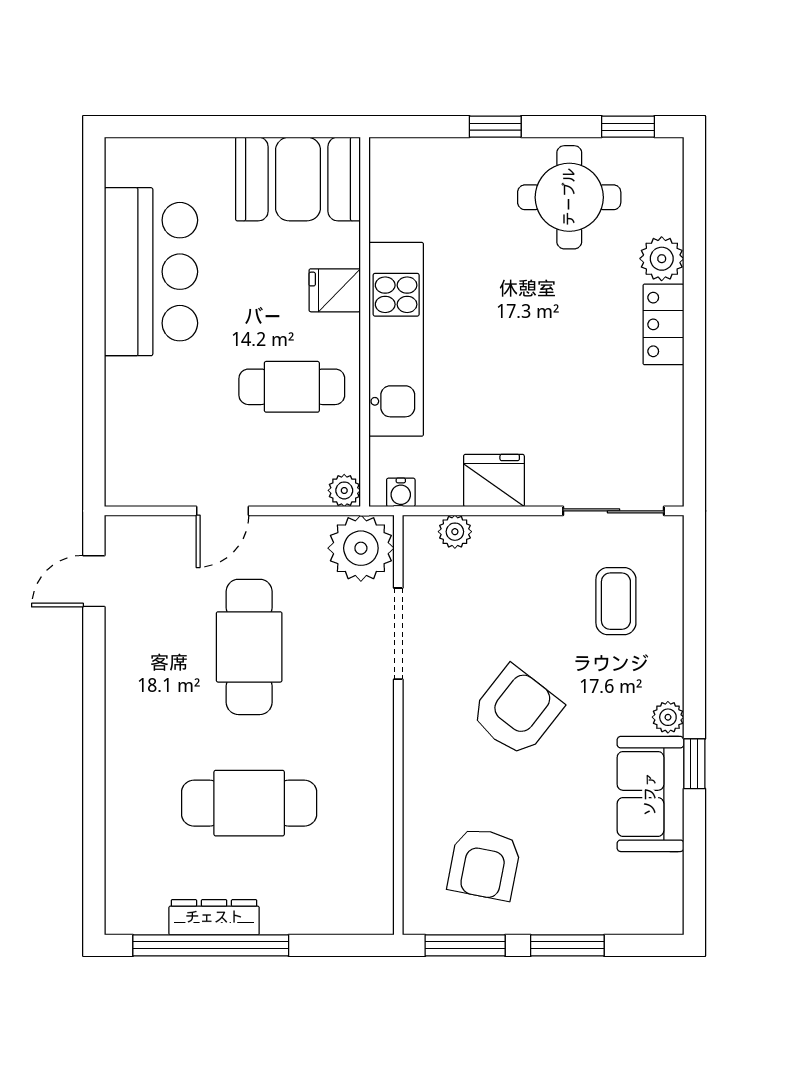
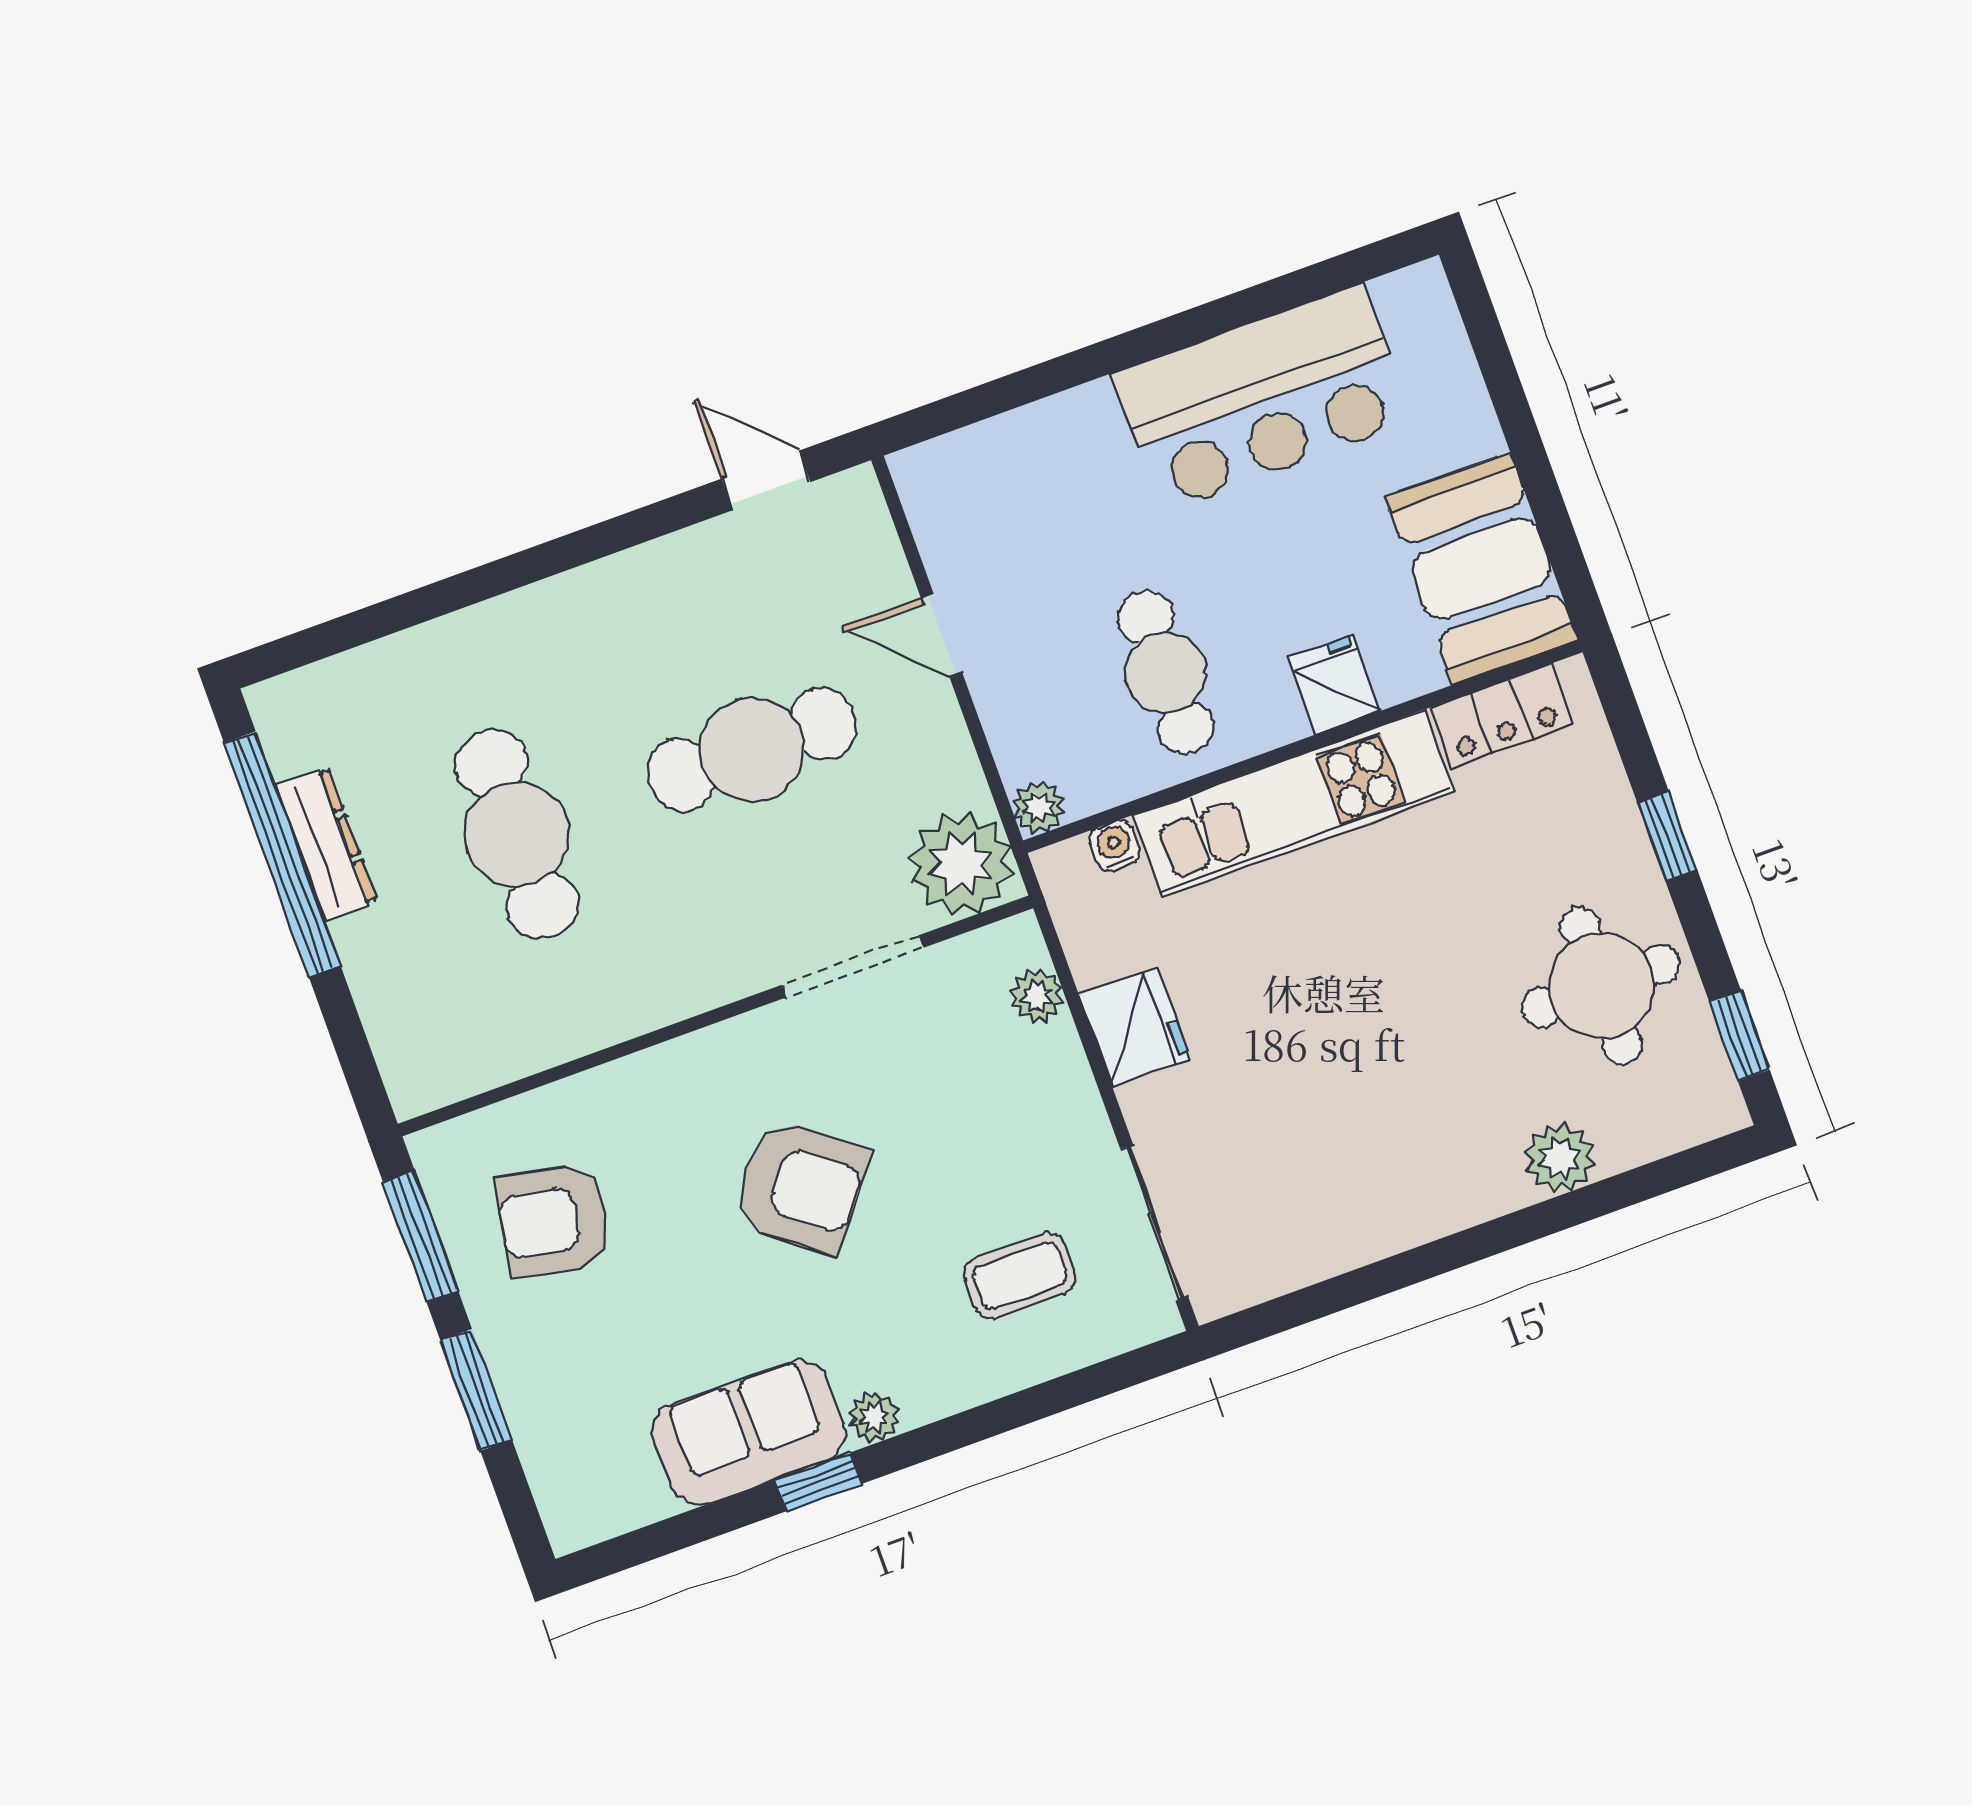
locker: (663, 324) -> (1501, 716), moved, turned 180
water cooler: (401, 492) -> (1115, 846), moved, turned 90

